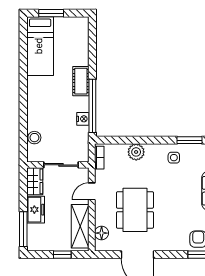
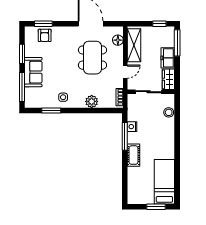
window: (92, 106) -> (125, 136), width x0.68
window: (62, 255) -> (159, 24), moved

